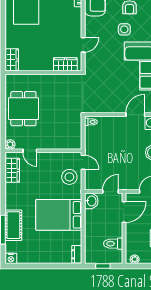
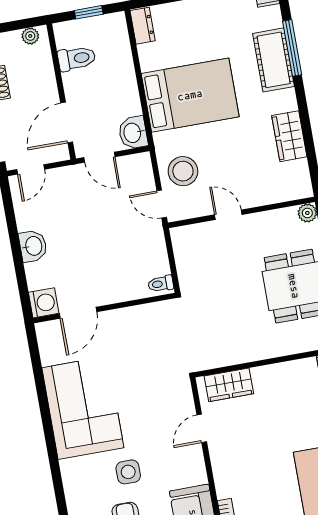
door: (30, 151) -> (228, 215), moved
wardrobe: (12, 170) -> (289, 136), moved
door: (111, 192) -> (99, 157), hinge flipped

